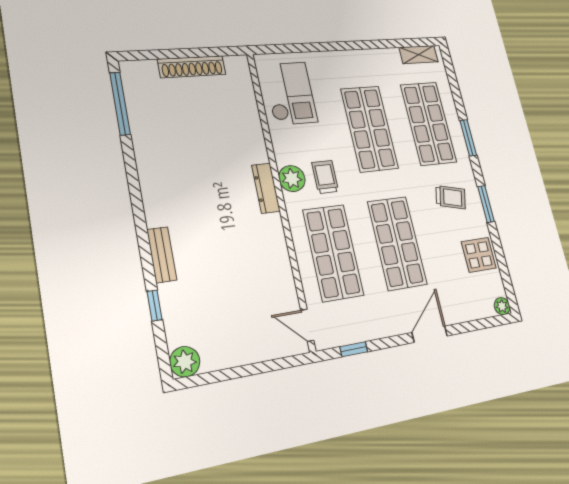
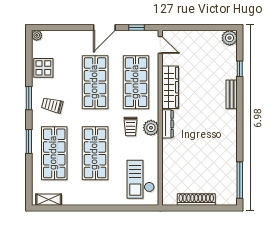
wardrobe: (275, 252) -> (170, 87), added
door: (430, 334) -> (104, 28), moved

